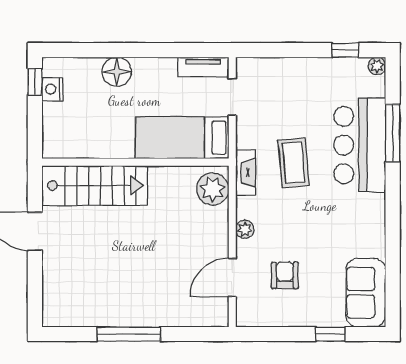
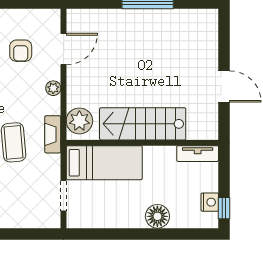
tv unit: (203, 67) -> (198, 154), moved, turned 180
stairs: (95, 185) -> (143, 124), moved

